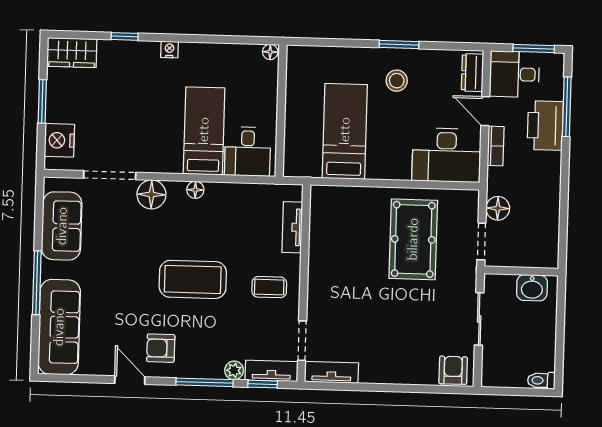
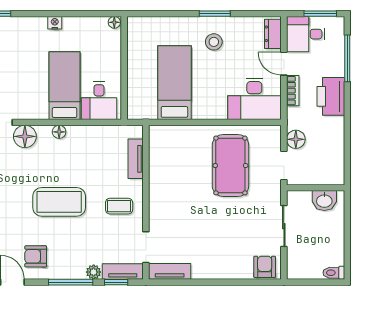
nightstand: (169, 49) -> (55, 23), moved
printer: (545, 125) -> (331, 96), moved

